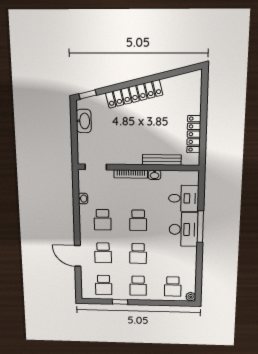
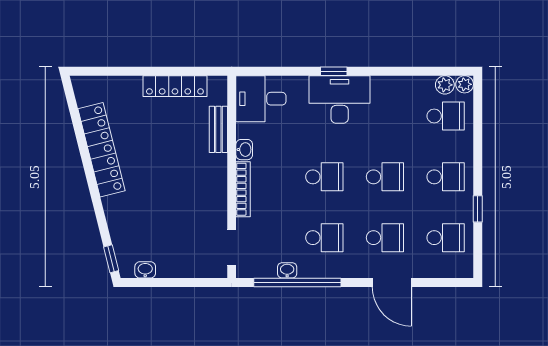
locker: (134, 94) -> (102, 150), moved
washbasin: (84, 121) -> (145, 270), width x0.52, depth x0.69
bench: (162, 160) -> (218, 129), width x0.73
desk: (184, 198) -> (261, 99), moved, turned -90
window: (76, 204) -> (297, 282), added
window: (200, 227) -> (334, 71), width x0.46
door: (78, 256) -> (392, 282), hinge flipped
plant: (191, 286) -> (445, 85), added

